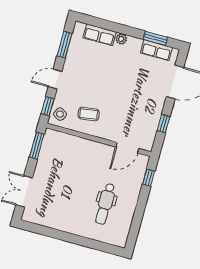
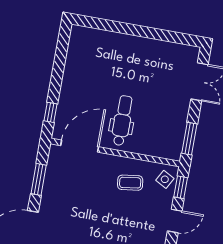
window: (164, 124) -> (39, 179), width x1.50
door: (127, 148) -> (80, 146), width x1.36
dental chair: (105, 204) -> (122, 121), moved

